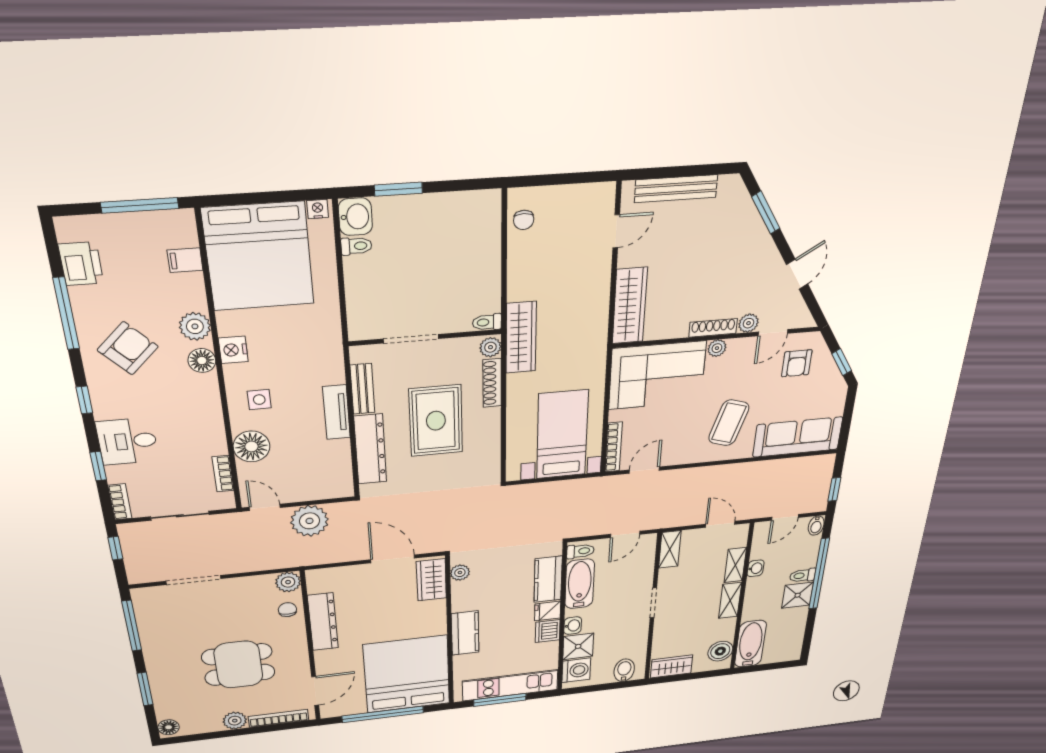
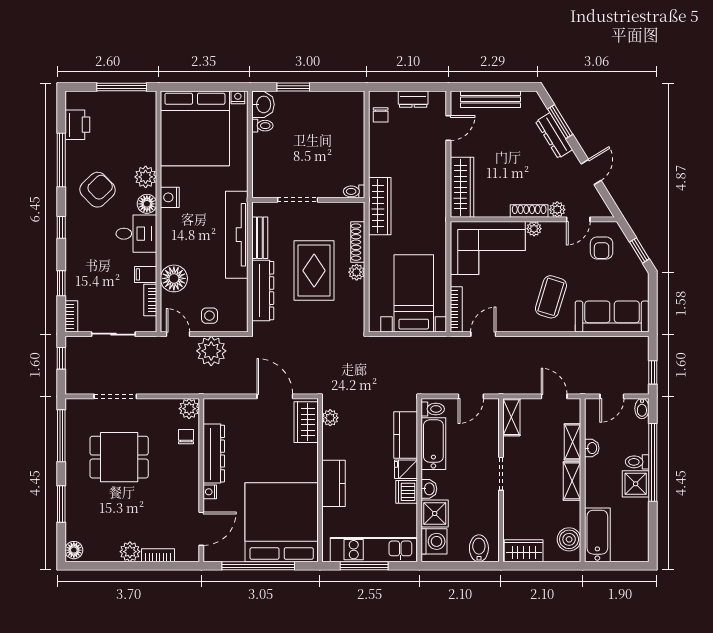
dresser: (569, 195) -> (413, 99), added
dresser: (756, 231) -> (554, 136), added
filing cabinet: (185, 260) -> (146, 274), moved
plant: (490, 347) -> (357, 272), moved
side table: (259, 400) -> (209, 316), moved
tv unit: (336, 412) -> (237, 235), width x1.92, depth x1.29
desk: (127, 441) -> (136, 234), moved, turned 180
nightstand: (322, 657) -> (210, 492), added
dining table: (238, 665) -> (119, 457), moved
bookcase: (279, 718) -> (158, 555), width x0.64

